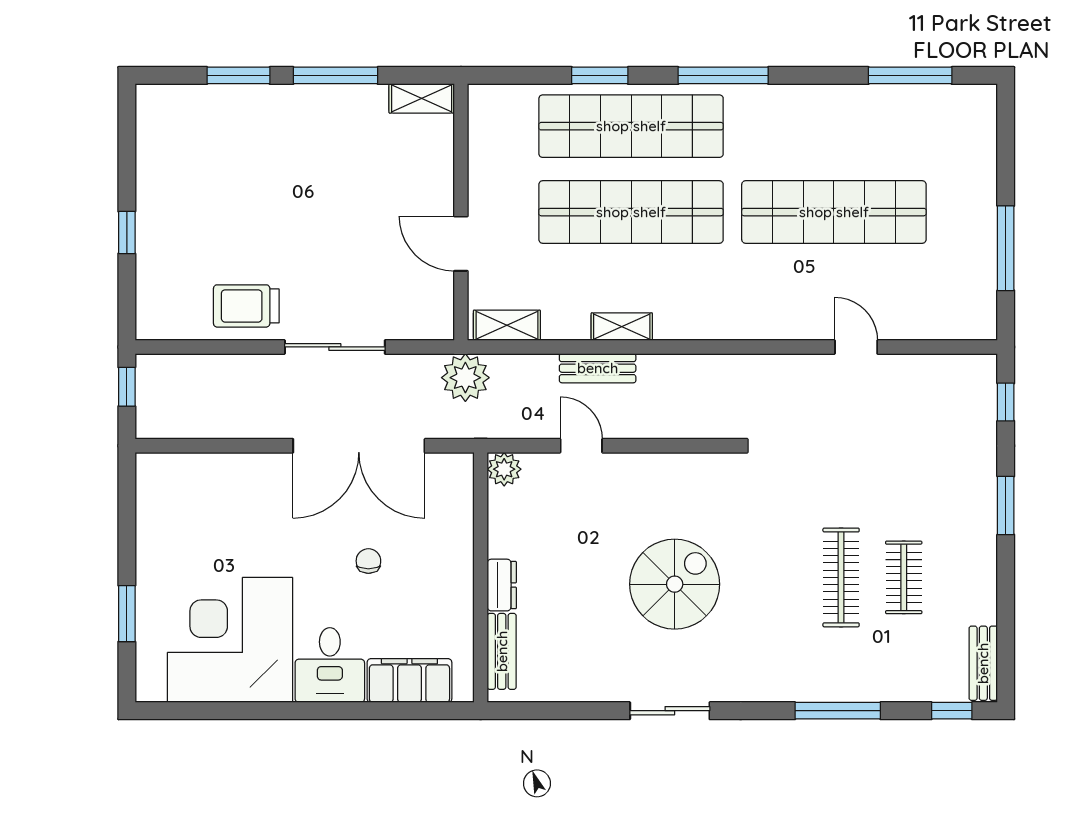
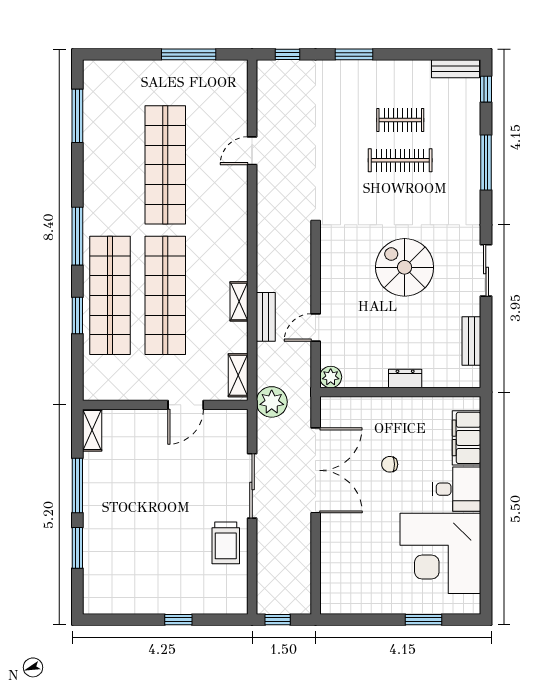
bench: (502, 651) -> (471, 341), moved, turned 90

